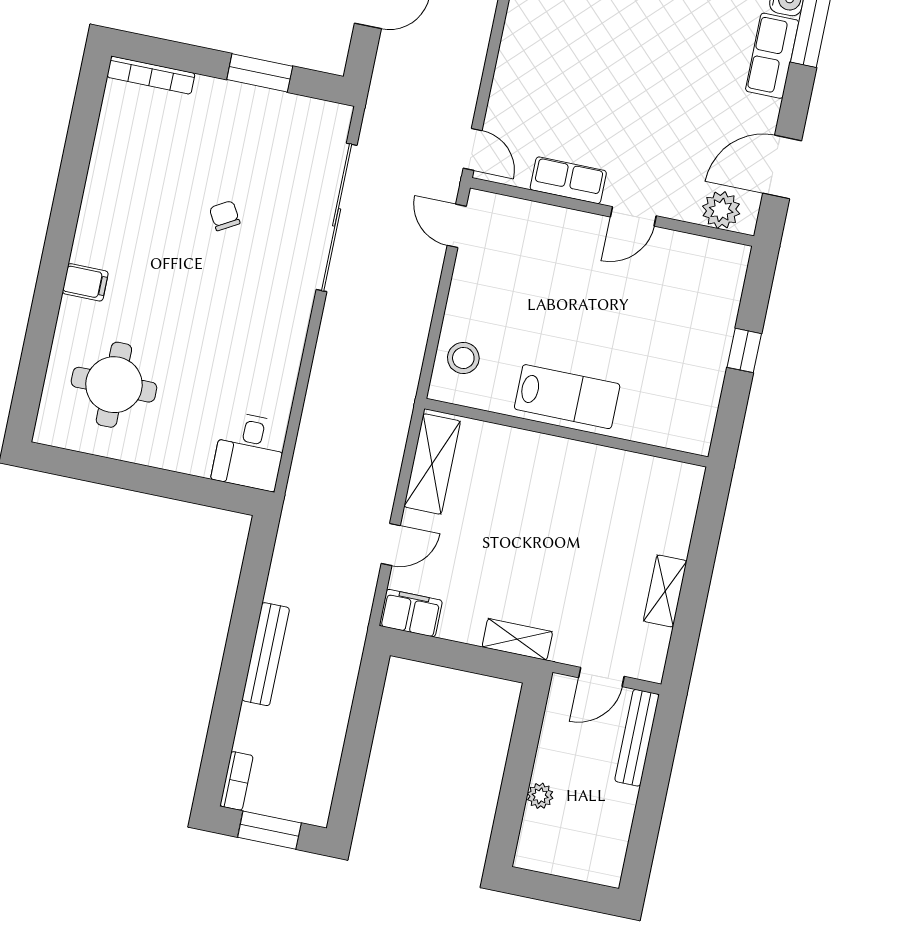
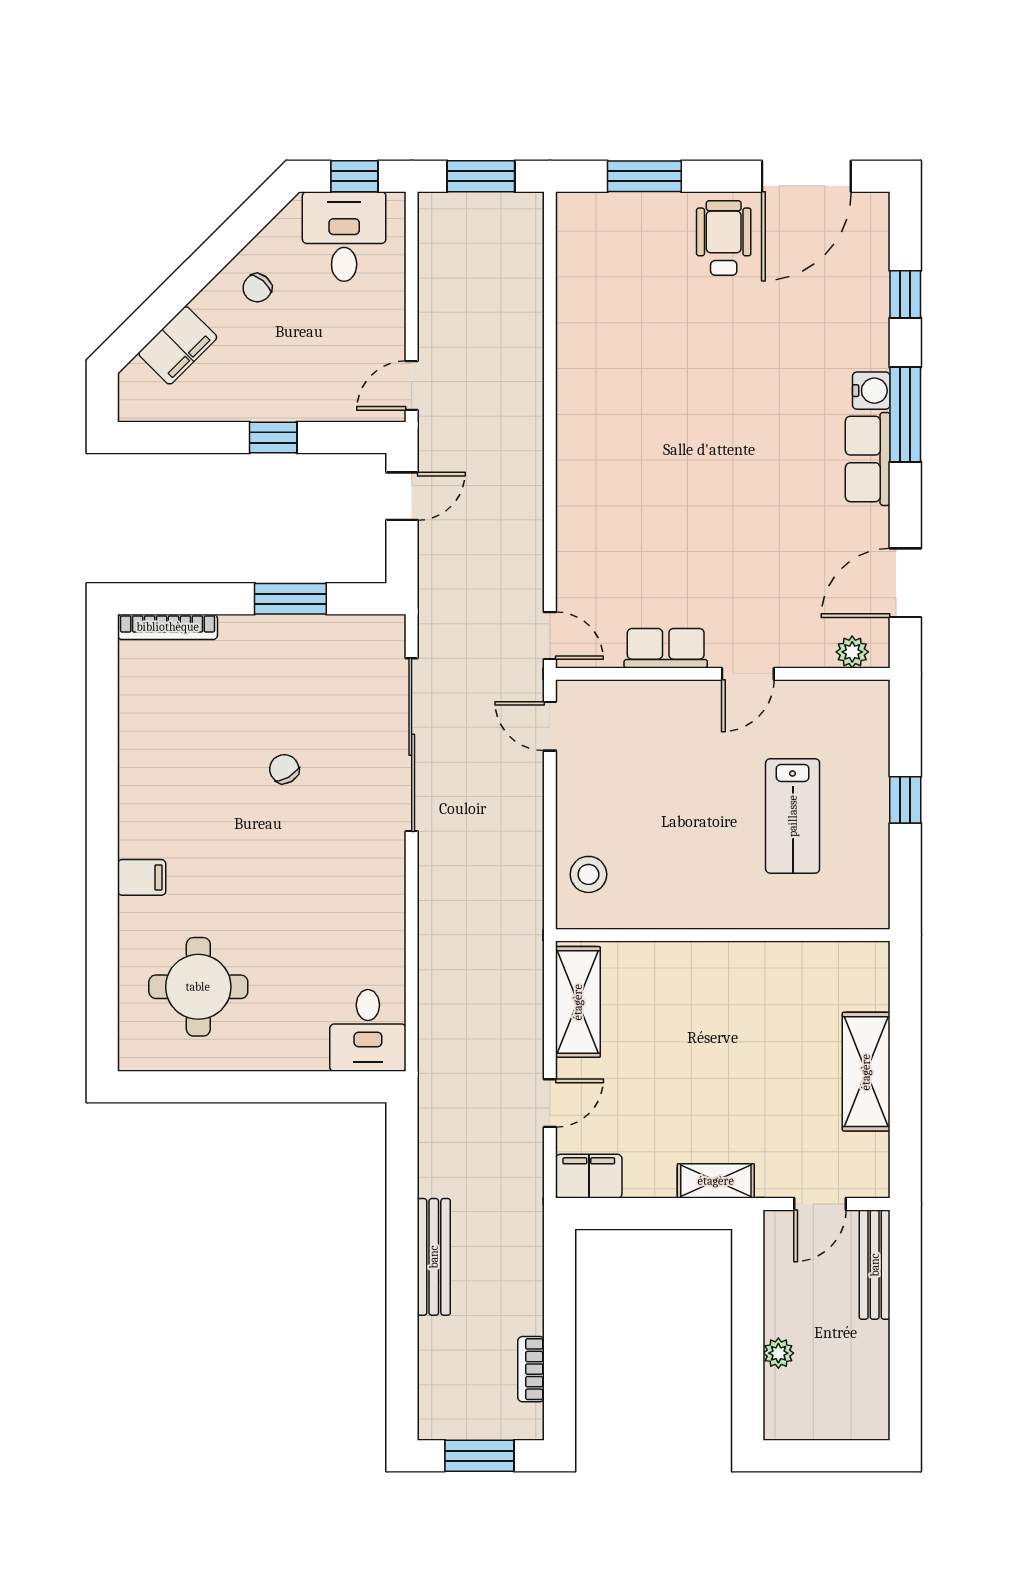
plant: (721, 210) -> (852, 652), width x0.73, depth x0.73
lab bench: (567, 397) -> (793, 816), moved, turned 90
shelving: (665, 591) -> (866, 1072), width x1.50, depth x1.33
bookcase: (237, 781) -> (531, 1369), moved, turned 180

